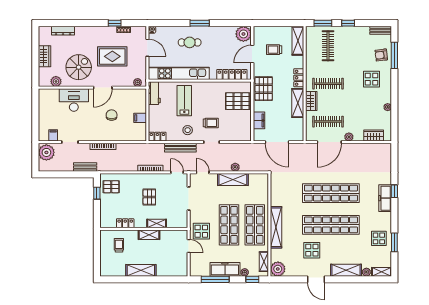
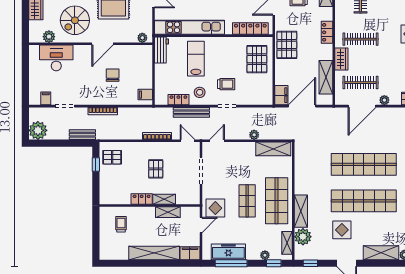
spiral stairs: (79, 67) -> (75, 20), turned 180
desk: (74, 100) -> (56, 58), moved
pallet: (238, 101) -> (257, 59), turned 90
shelving: (298, 103) -> (326, 77), moved
filing cabinet: (140, 118) -> (145, 95), moved
filing cabinet: (259, 120) -> (281, 95), moved
locker: (157, 137) -> (178, 100), moved
door: (277, 142) -> (302, 106), swing flipped
plant: (46, 152) -> (38, 130), moved
door: (203, 172) -> (217, 141), hinge flipped
shelving: (233, 180) -> (273, 149), moved
locker: (125, 223) -> (142, 199), moved
shop shelf: (229, 225) -> (247, 201), width x0.70, depth x0.74
shelving: (276, 227) -> (301, 211), width x0.68
shelving: (149, 235) -> (168, 212), moved
door: (189, 246) -> (201, 225), hinge flipped
freezer: (225, 269) -> (228, 252), moved
plant: (278, 269) -> (303, 237), moved
shelving: (141, 270) -> (154, 253), width x1.47
filing cabinet: (179, 271) -> (190, 253), added
window: (284, 279) -> (310, 263), added

